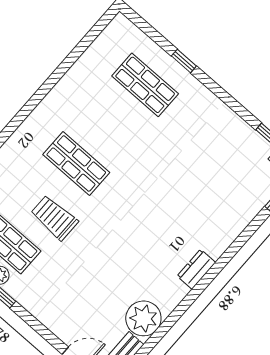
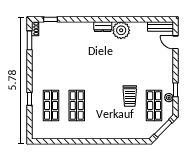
shop shelf: (76, 164) -> (77, 105), moved
plant: (143, 318) -> (121, 30), moved

